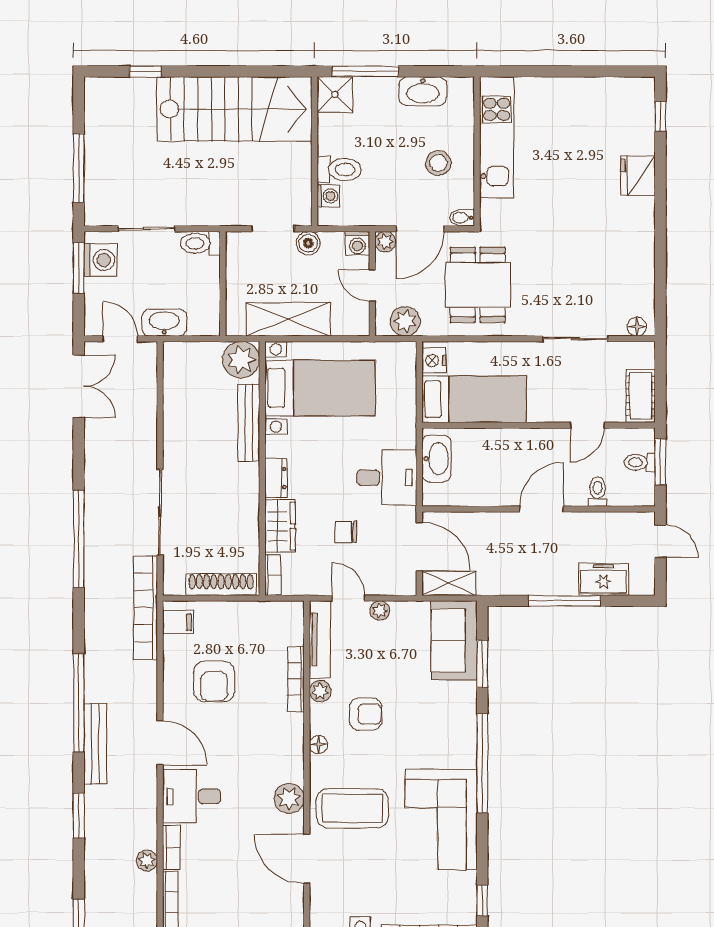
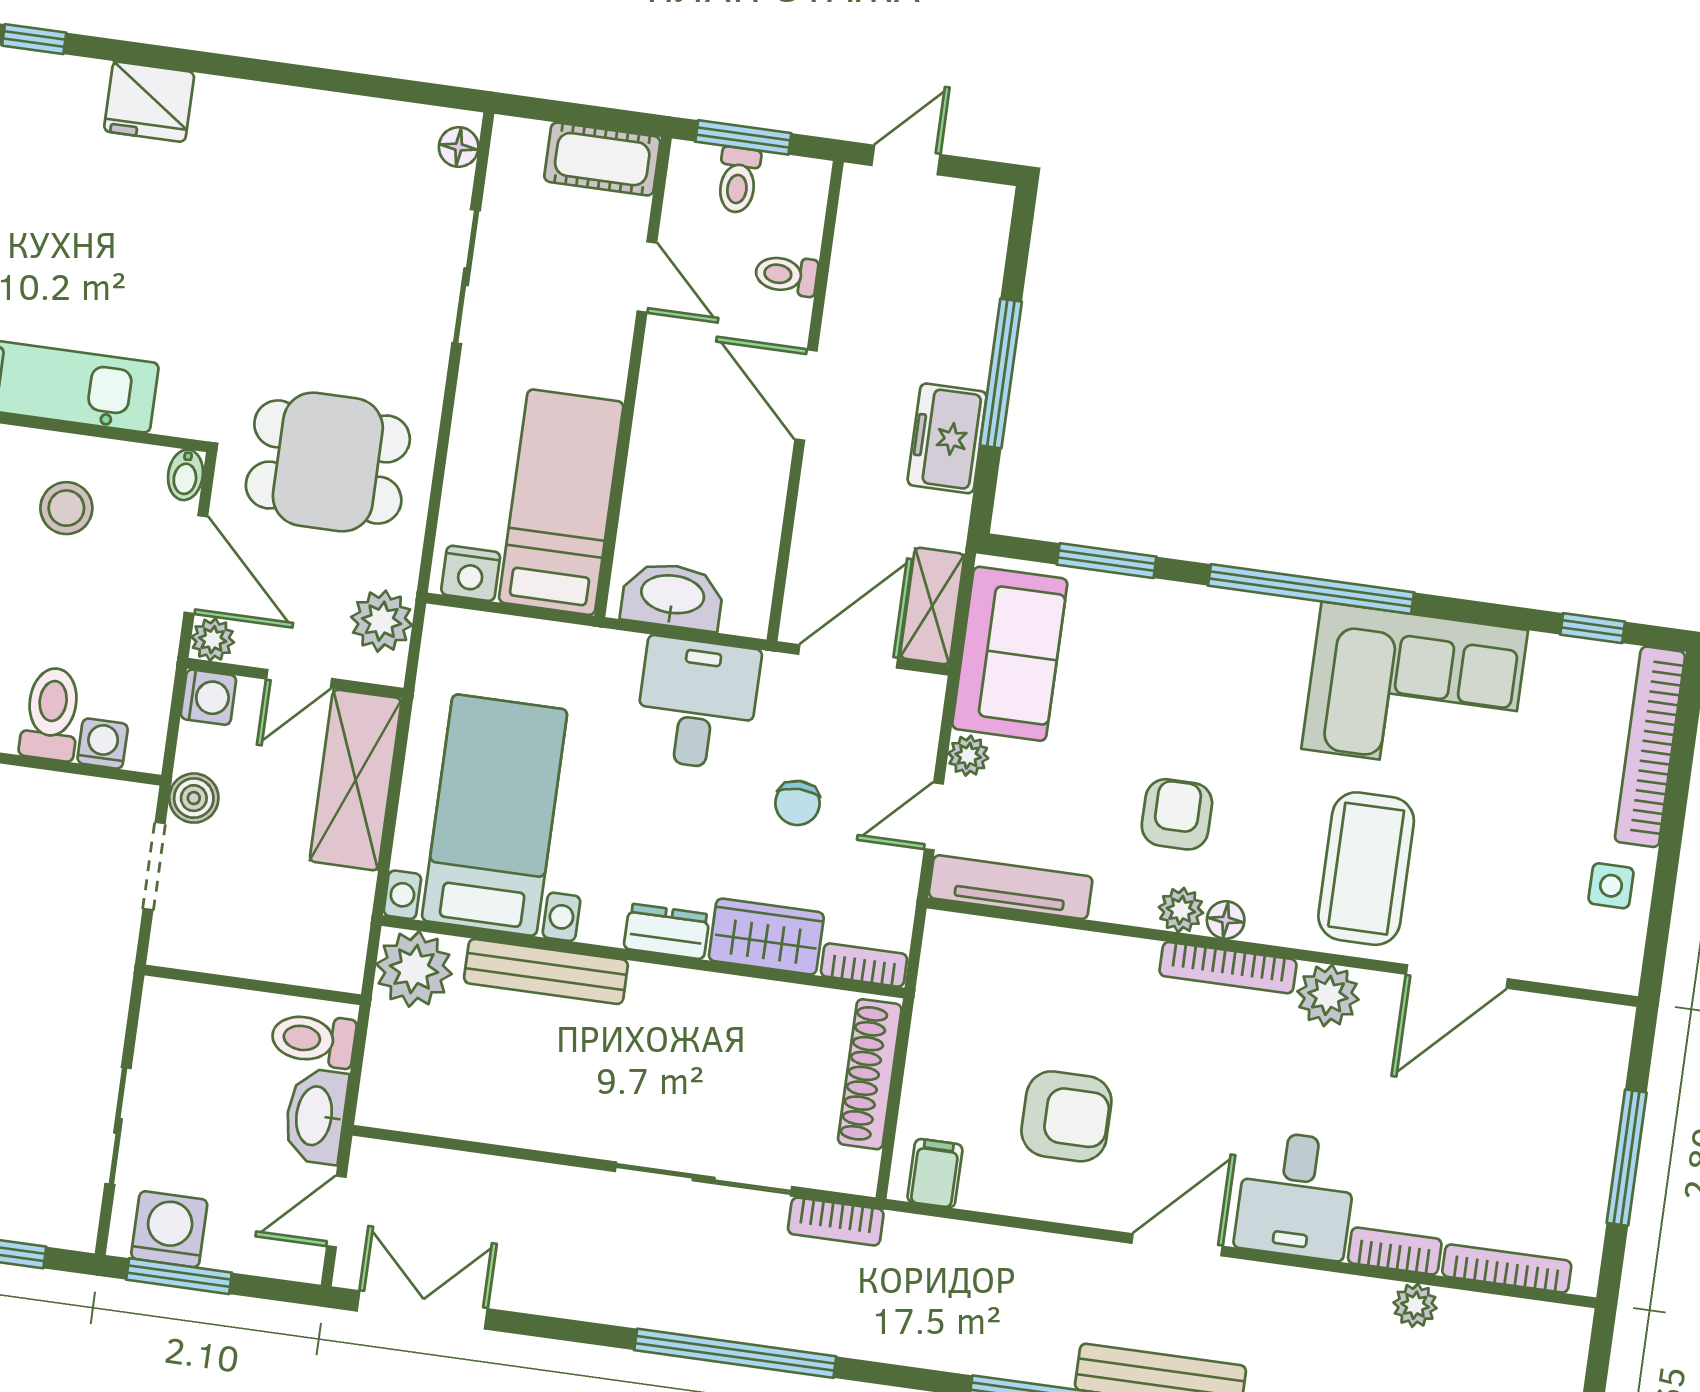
toilet: (200, 243) -> (313, 1039), moved, turned 90
shelving: (288, 319) -> (356, 780), moved
freezer: (603, 579) -> (947, 438), moved
bookcase: (146, 607) -> (836, 1222), width x0.43, depth x0.76
sofa: (454, 640) -> (1010, 654), moved, turned -90
bookcase: (296, 679) -> (1228, 968), moved
plant: (320, 691) -> (1181, 910), moved

